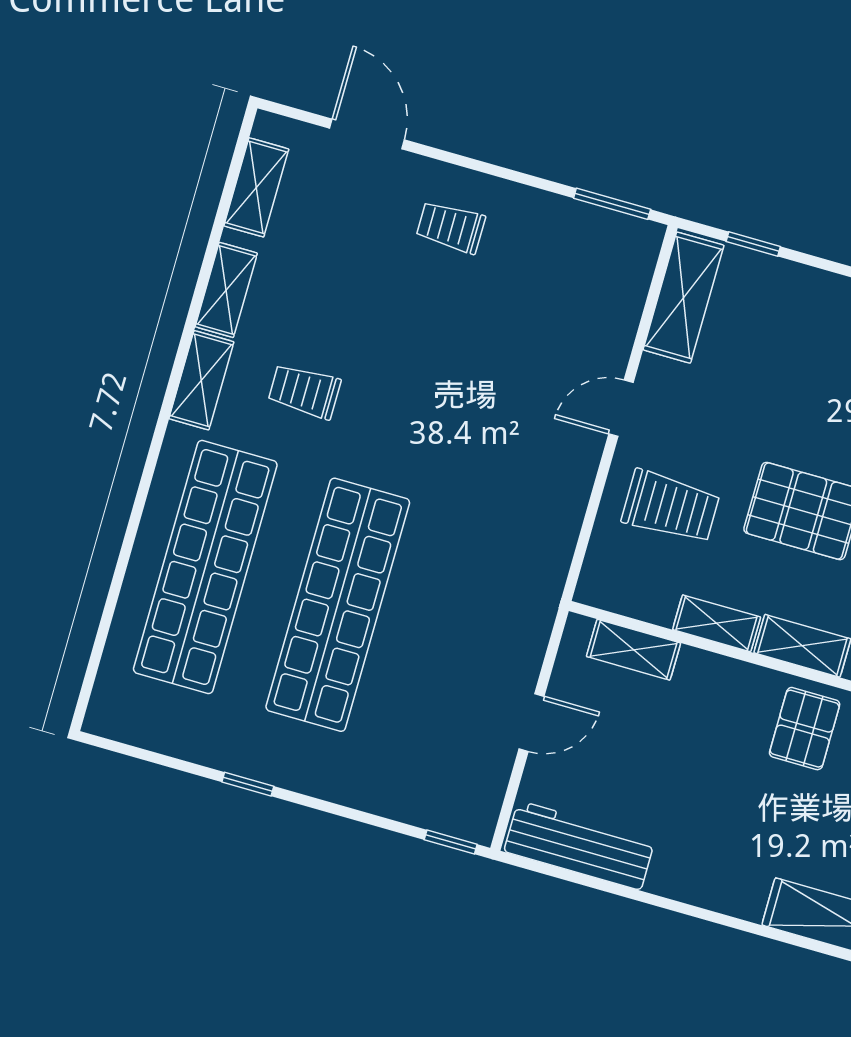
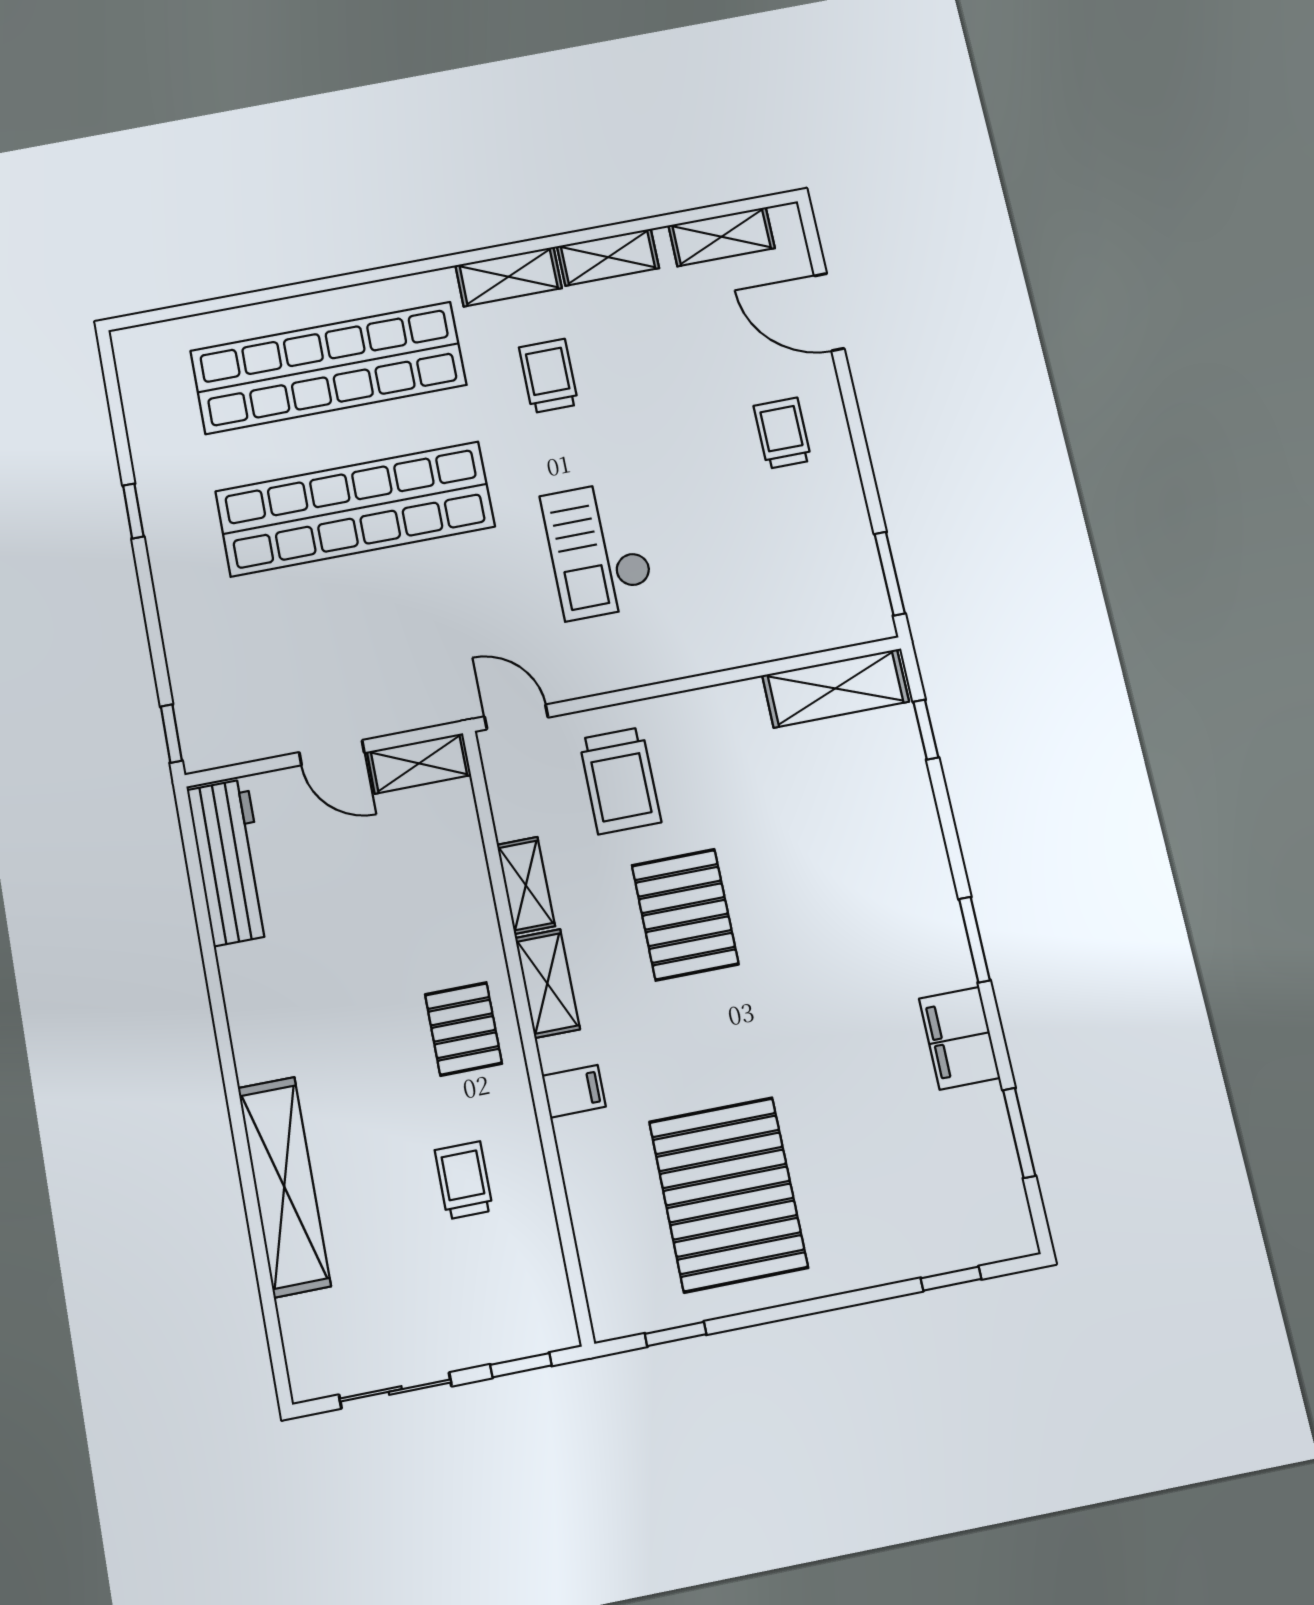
door: (367, 134) -> (829, 312), swing flipped
door: (621, 408) -> (516, 717), moved
checkout: (473, 427) -> (598, 550), added
shelving: (634, 650) -> (419, 763), moved, turned 90
pallet: (805, 729) -> (463, 1029), turned 90

